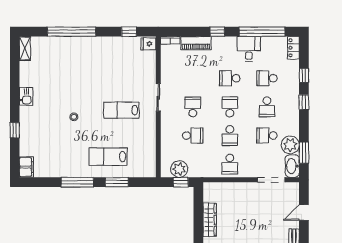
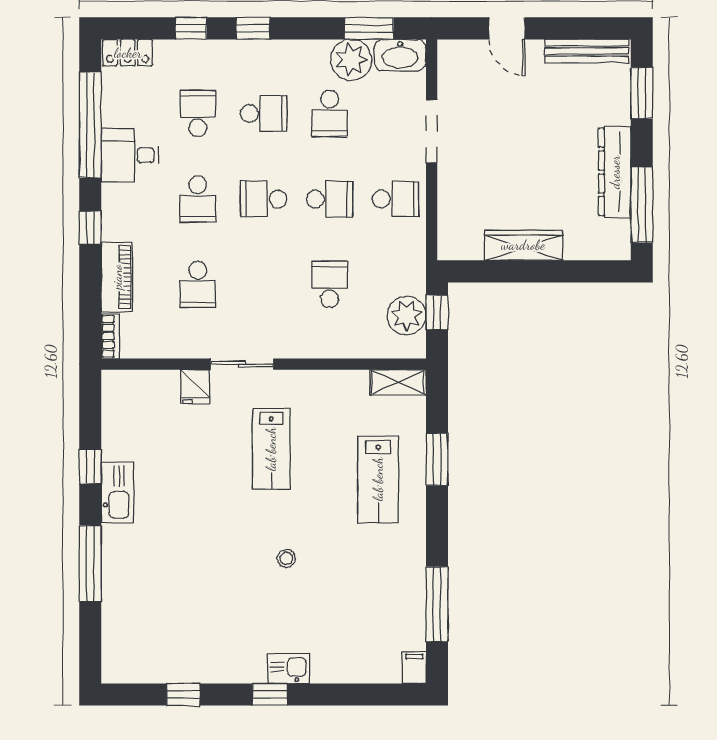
window: (72, 32) -> (90, 564), width x0.68
window: (129, 32) -> (90, 467), moved
kitchen sink: (102, 43) -> (117, 493), added
fridge: (148, 44) -> (195, 387), moved
shelving: (25, 49) -> (398, 382), moved
window: (15, 72) -> (183, 695), added
school desk: (267, 78) -> (198, 113), turned 180
kitchen sink: (26, 96) -> (288, 669), moved
school desk: (193, 107) -> (198, 285), moved, turned -90
window: (15, 130) -> (270, 695), moved
filing cabinet: (26, 167) -> (414, 668), width x0.50
doorway: (271, 180) -> (432, 131), moved
window: (77, 182) -> (437, 604), moved

